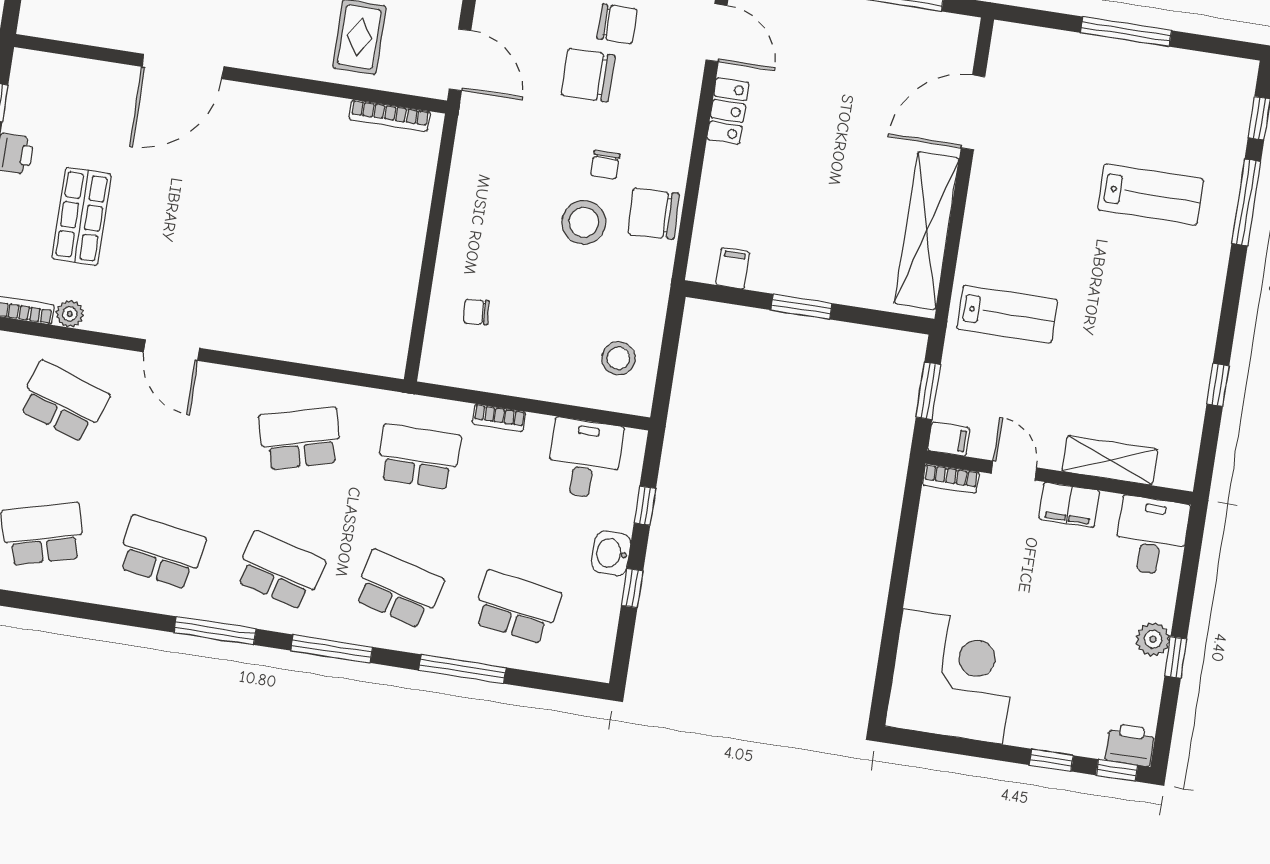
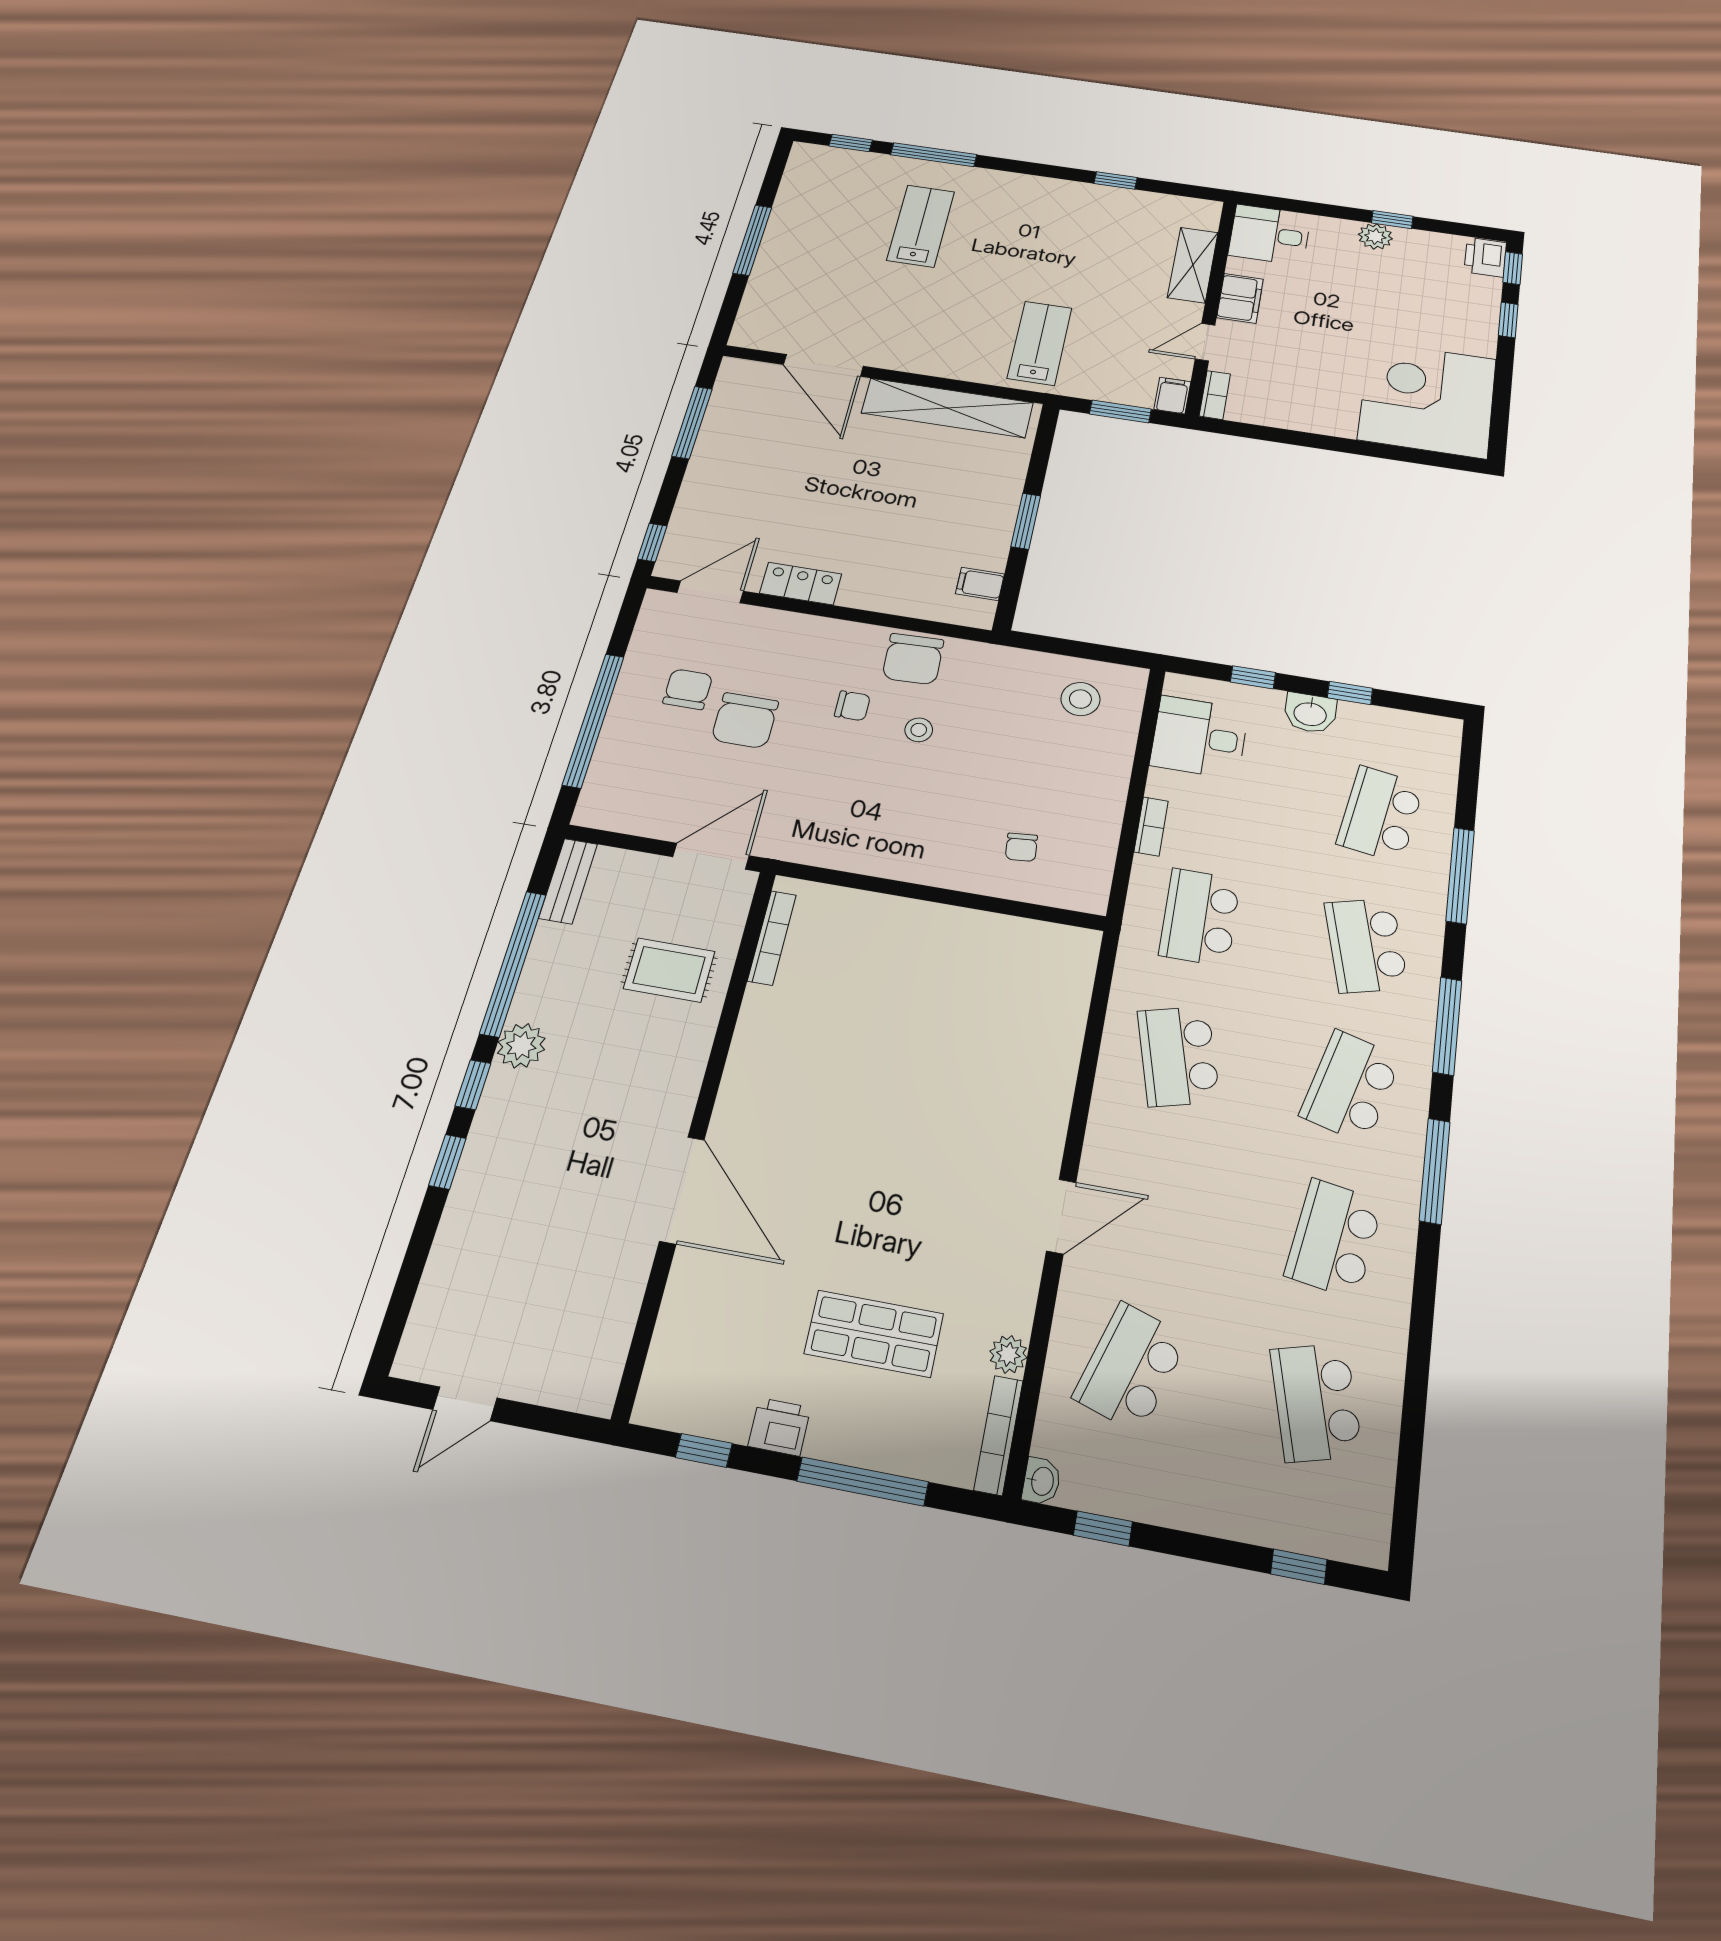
stool: (584, 222) -> (919, 730), width x0.53, depth x0.53
school desk: (398, 589) -> (1366, 945), turned -30

